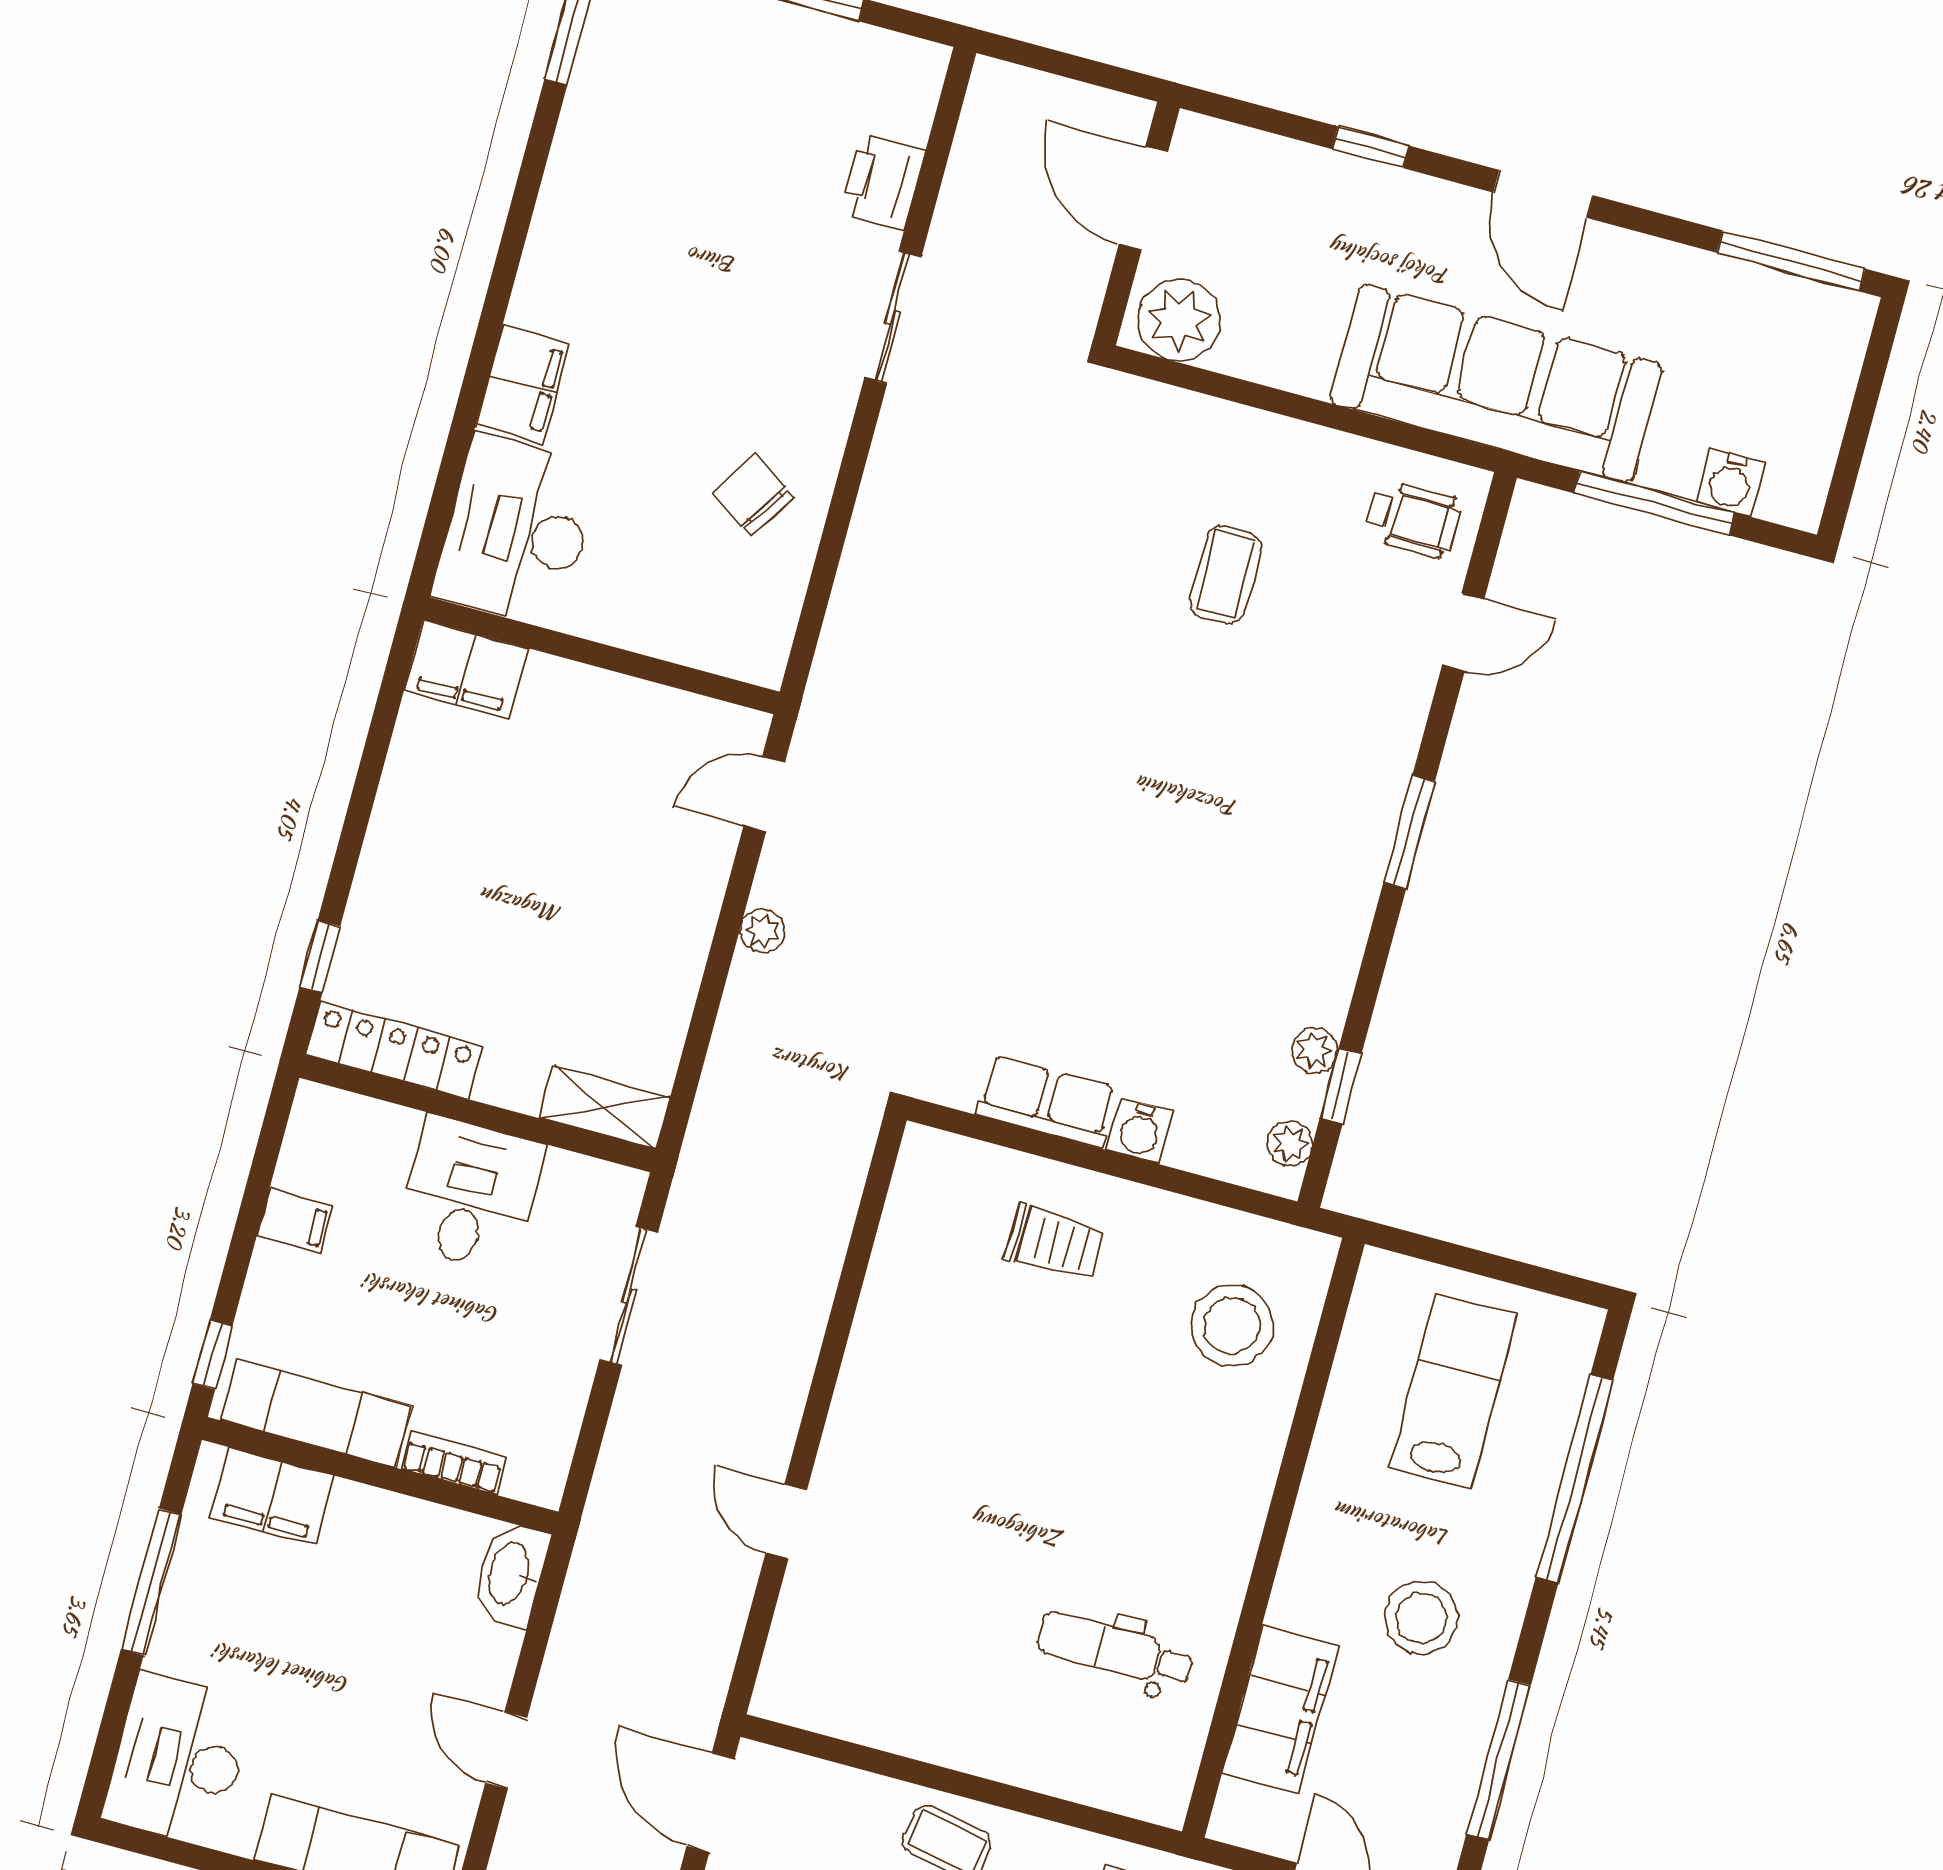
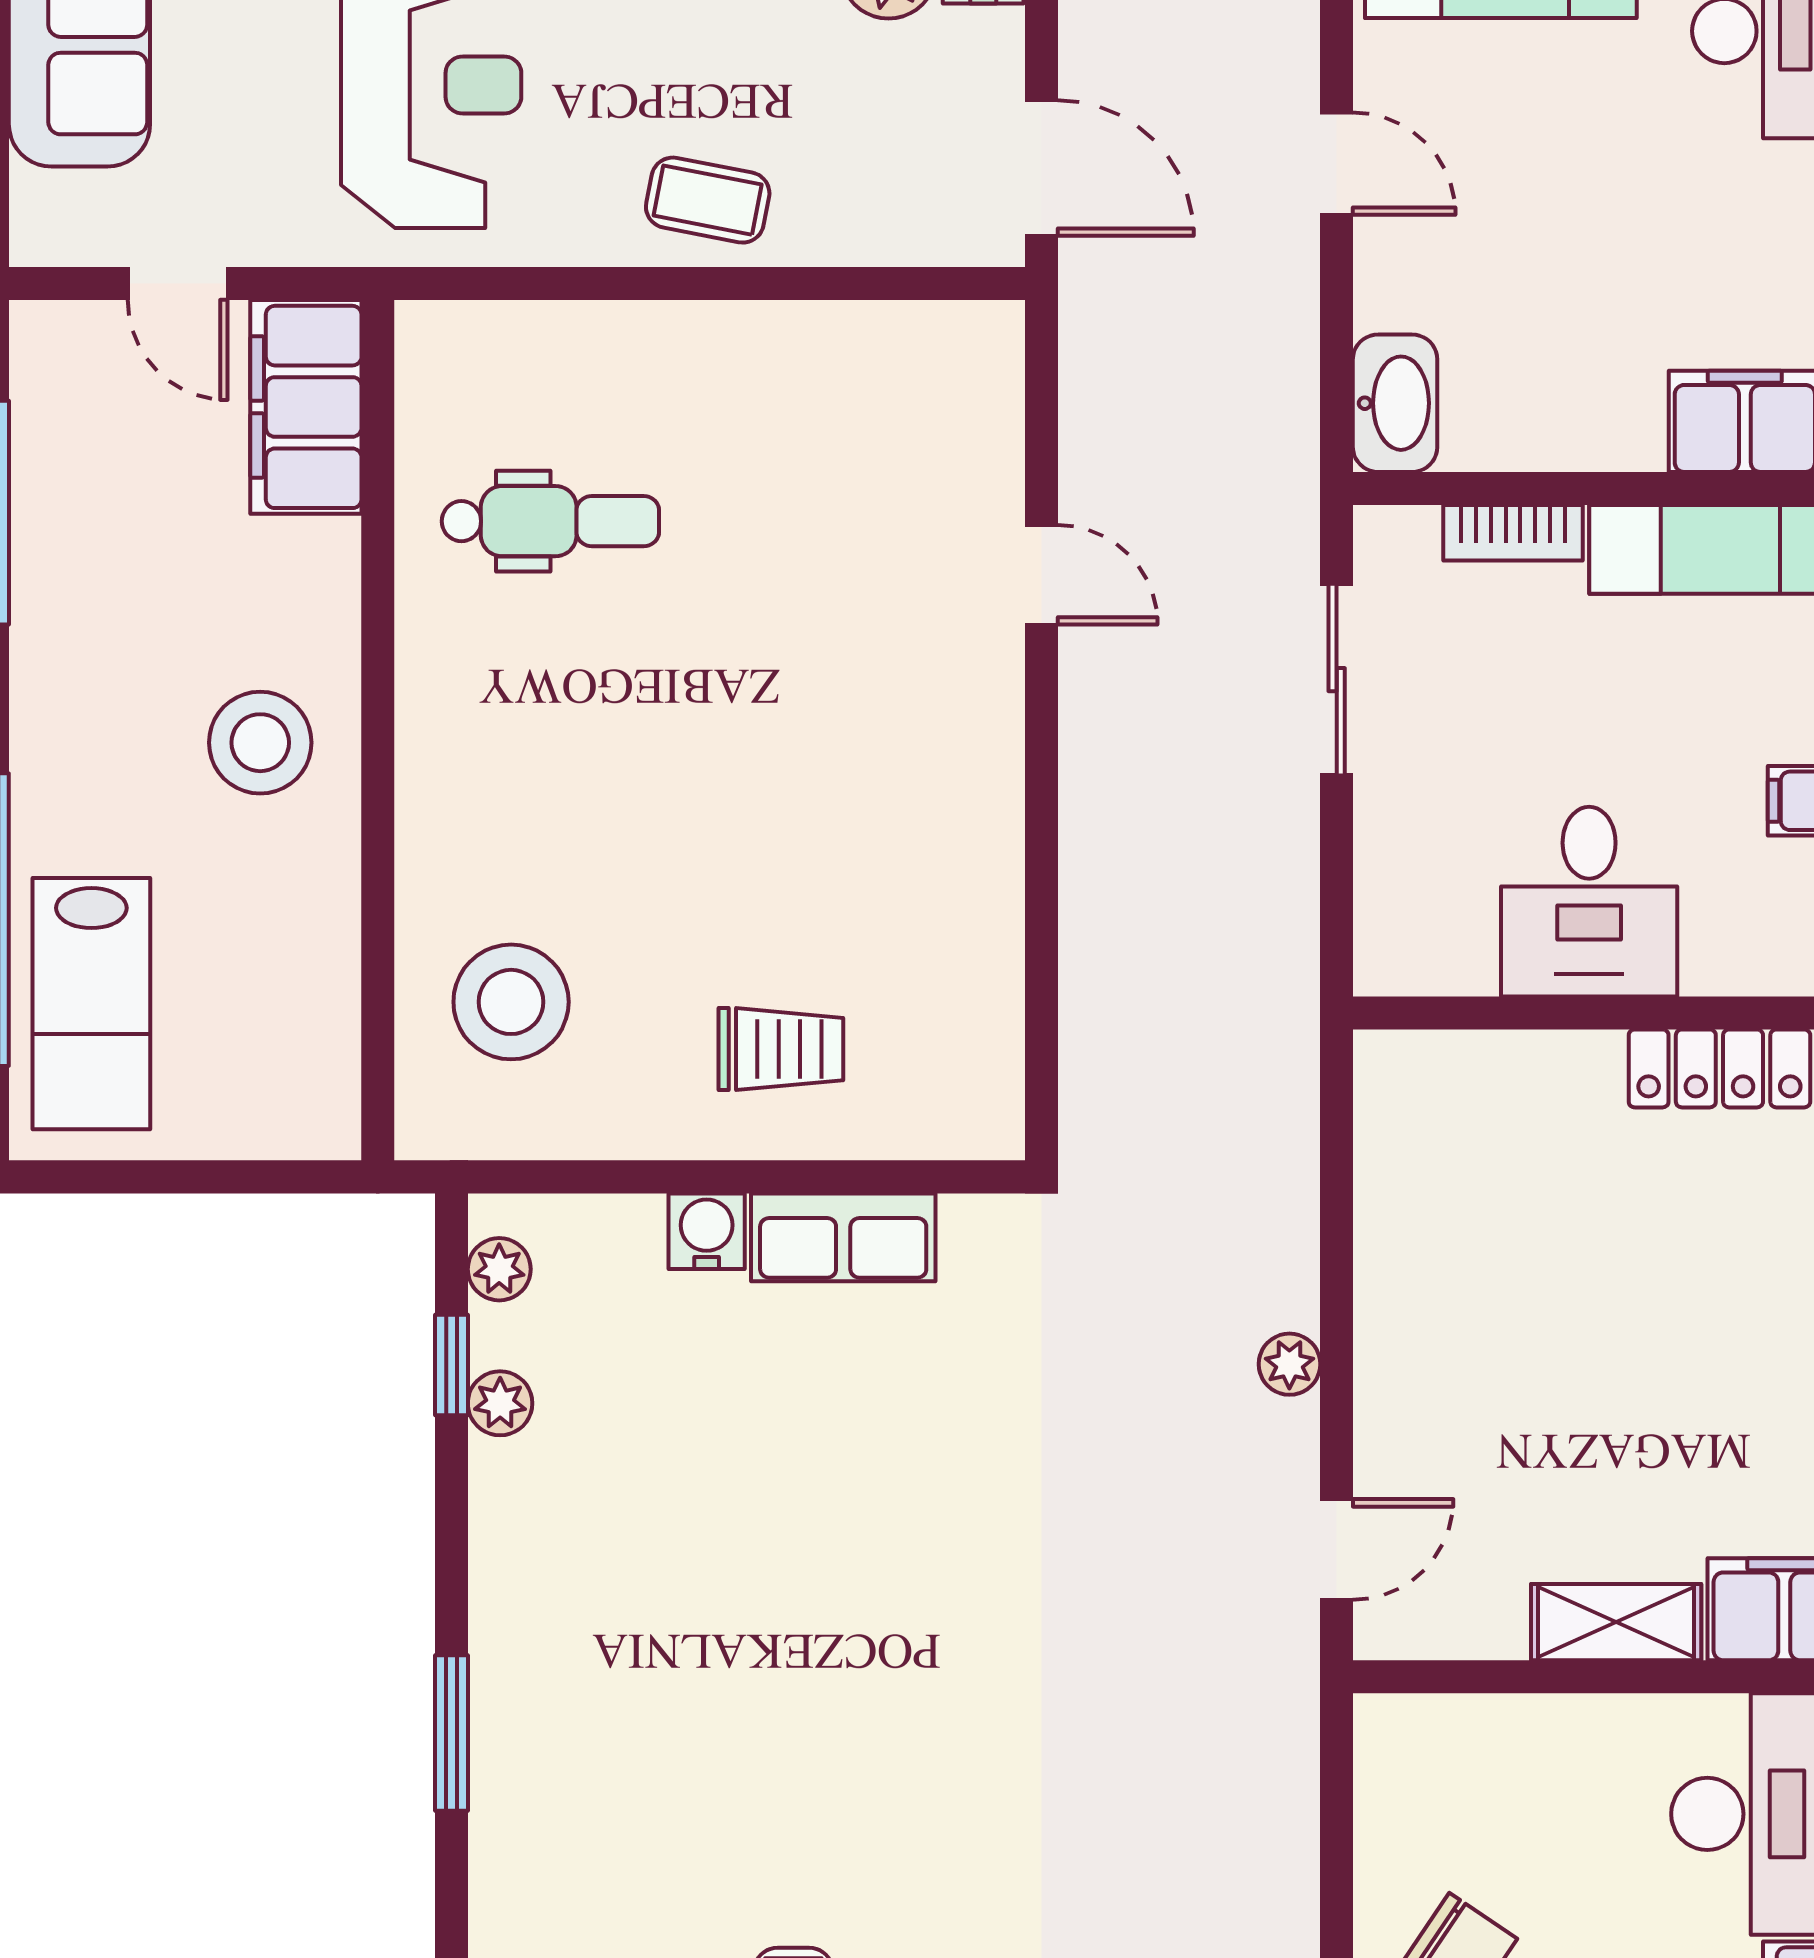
shelving: (605, 1108) -> (1616, 1622), moved
trolley: (1055, 1243) -> (781, 1049), turned 180
sliding door: (629, 1296) -> (1337, 680), moved
lab bench: (1453, 1392) -> (91, 1004), moved
stool: (1421, 1618) -> (260, 743), moved
filing cabinet: (1280, 1709) -> (306, 407), moved

